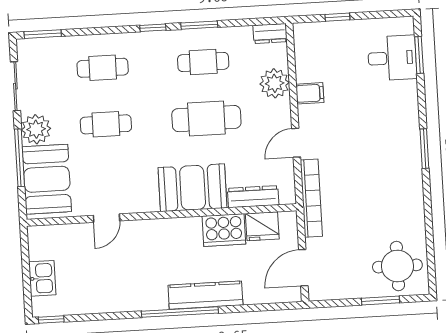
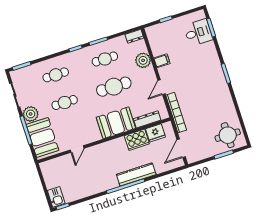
kitchen sink: (42, 278) -> (56, 197), moved

